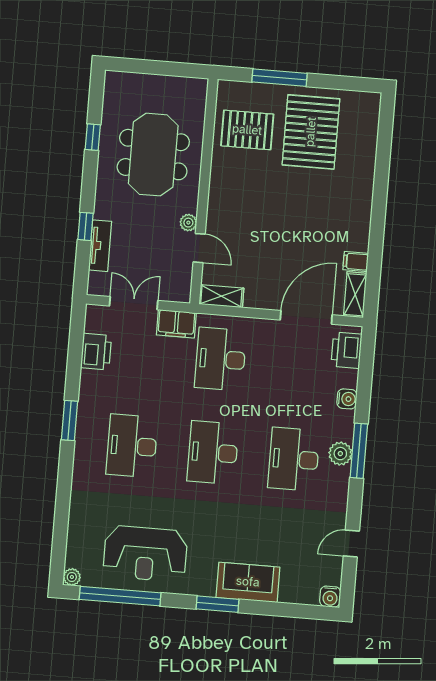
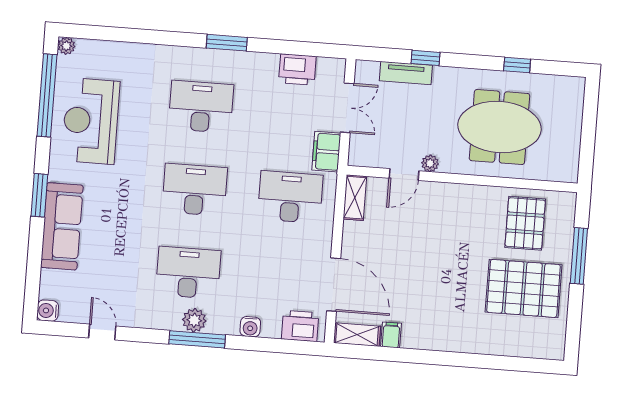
sofa: (248, 582) -> (62, 226), width x1.36

